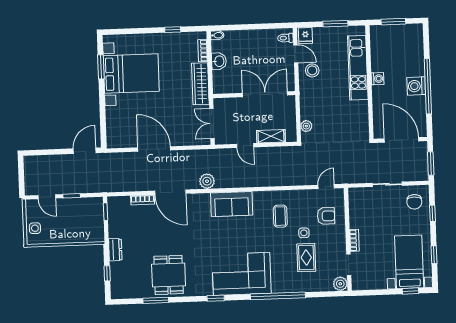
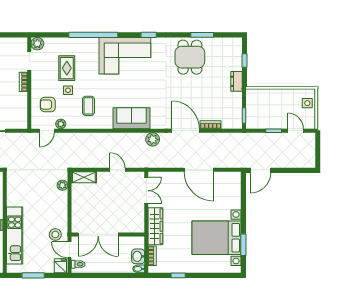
washbasin: (219, 61) -> (138, 256), moved
double door: (265, 94) -> (98, 234), moved
wall: (254, 95) -> (108, 234), moved
shelving: (271, 136) -> (84, 177), moved
plant: (311, 195) -> (61, 124), added

